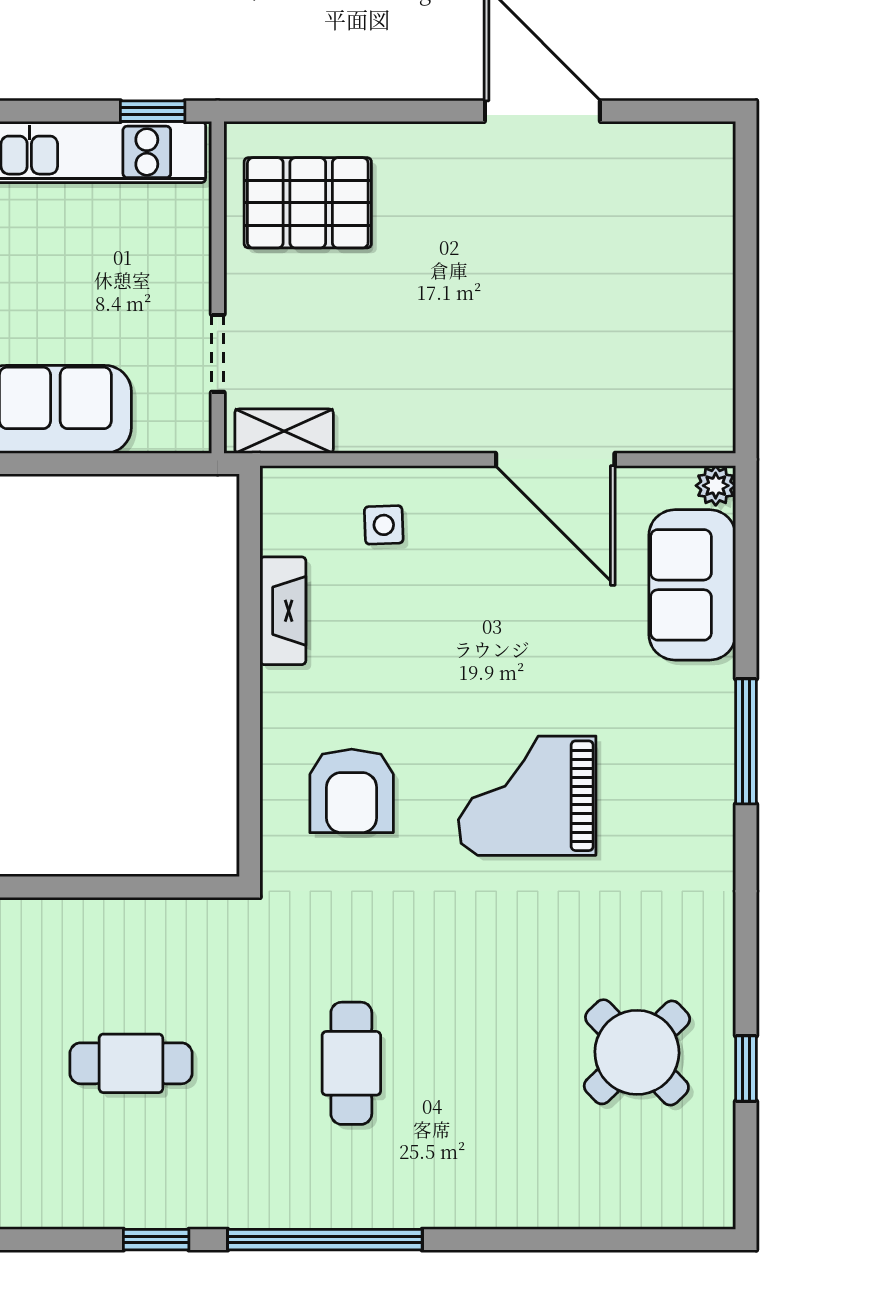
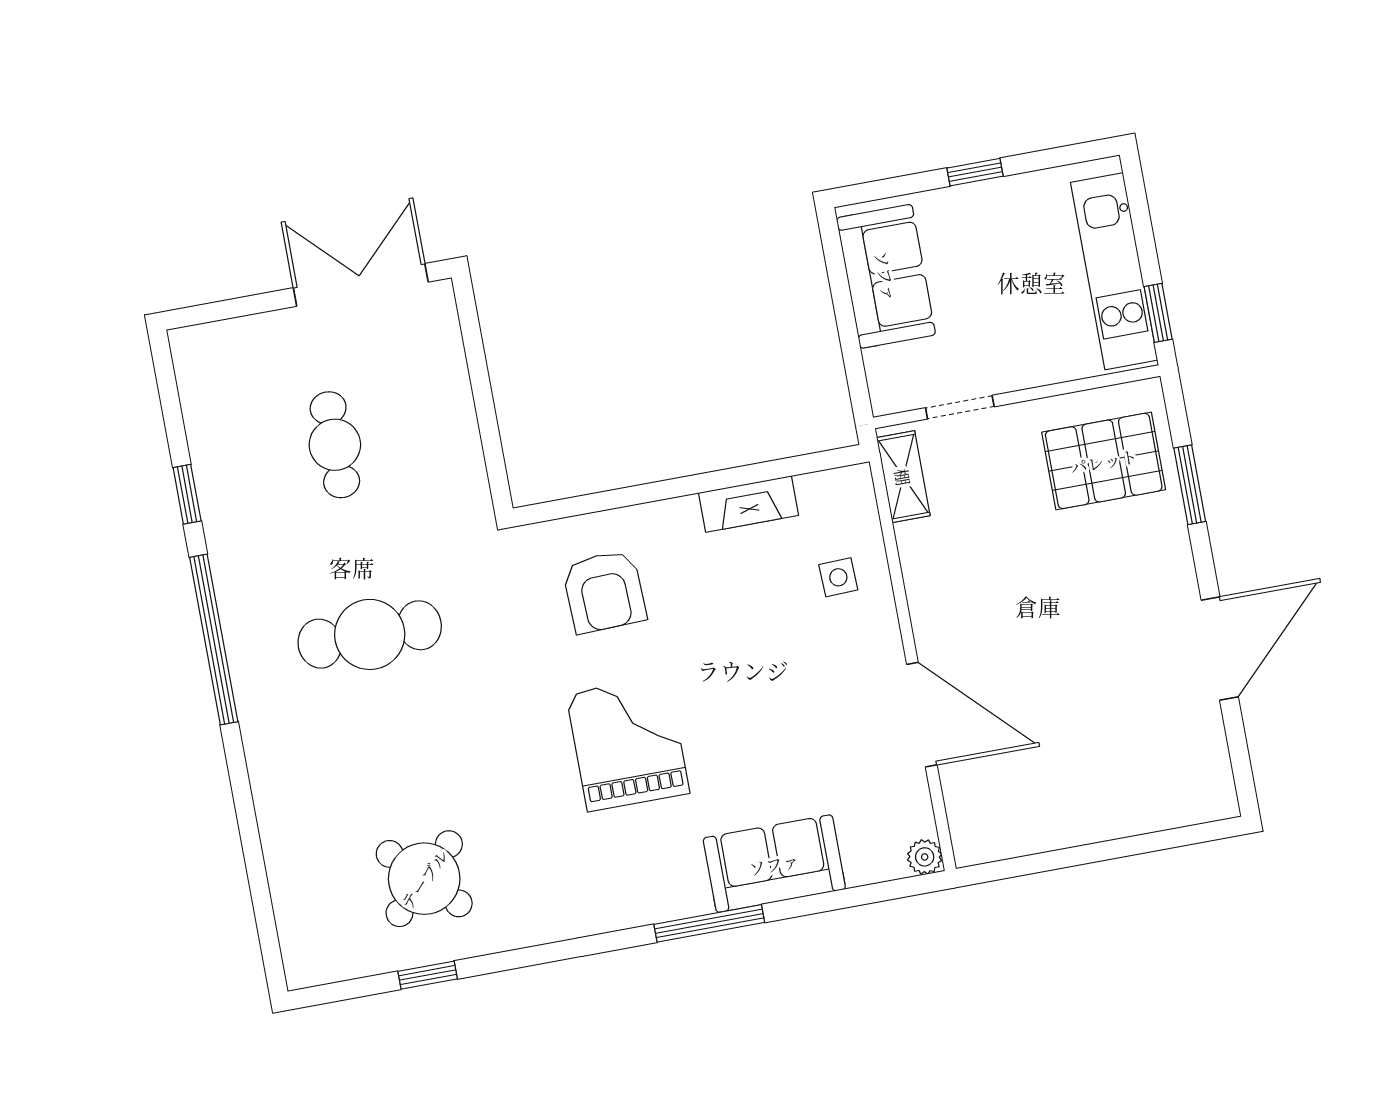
window: (352, 111) -> (1190, 485), added
pallet: (308, 203) -> (1104, 461), turned 90
door: (555, 459) -> (922, 715), swing flipped
sofa: (692, 585) -> (774, 864), moved
armchair: (352, 791) -> (604, 592), turned -92
cafe table: (351, 1063) -> (370, 634), width x1.37, depth x1.35

